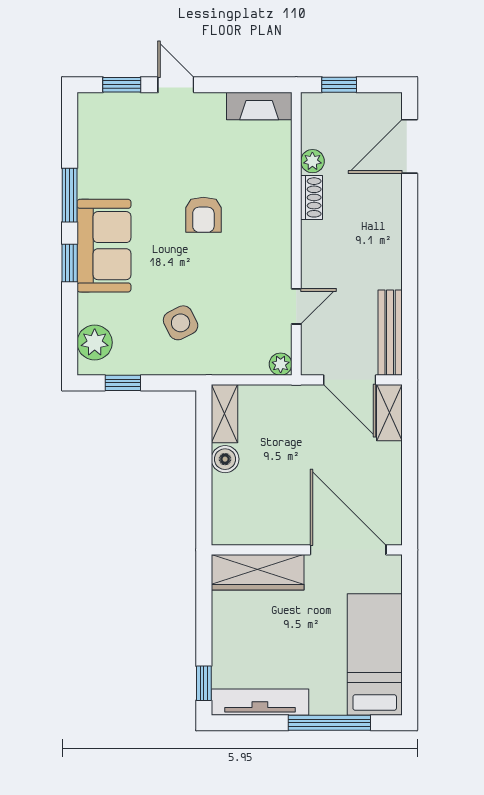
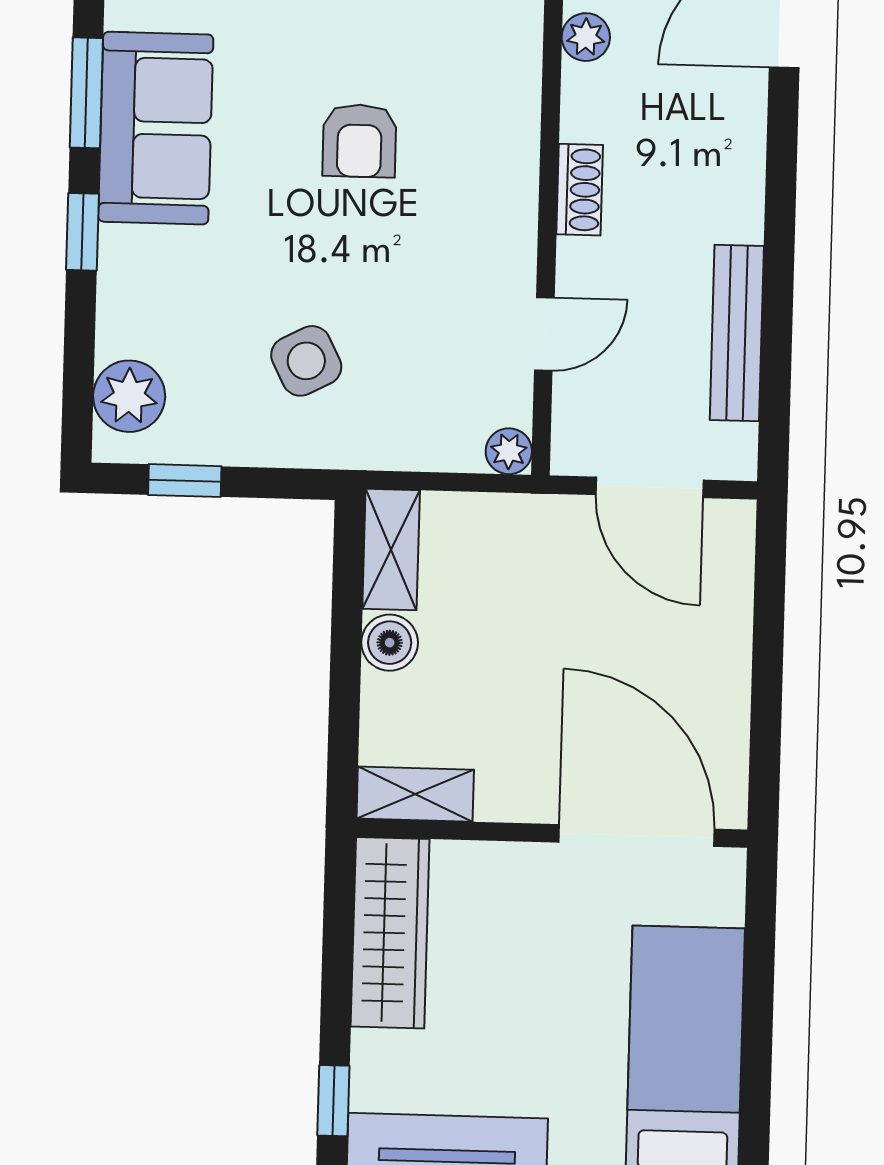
shoe rack: (311, 197) -> (580, 190), moved
sofa: (104, 246) -> (156, 128), moved
bench: (390, 333) -> (737, 333), moved
shelving: (389, 413) -> (415, 794), moved, turned 90
wardrobe: (258, 572) -> (390, 933), moved, turned -90

